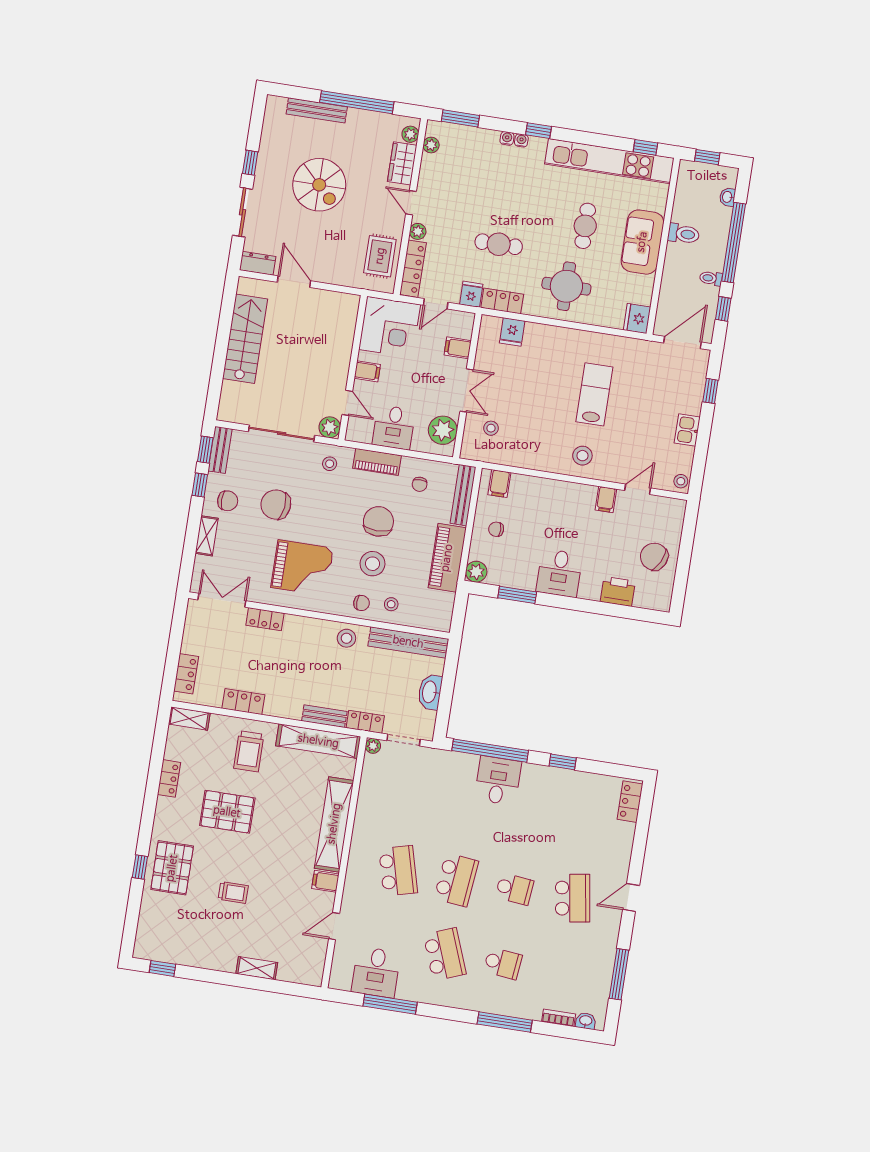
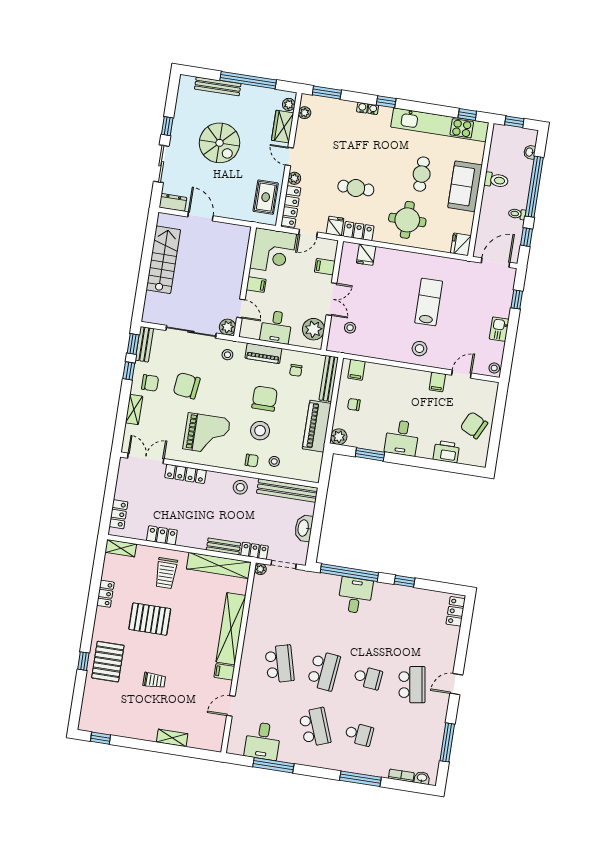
locker: (265, 619) -> (185, 474), width x1.53

